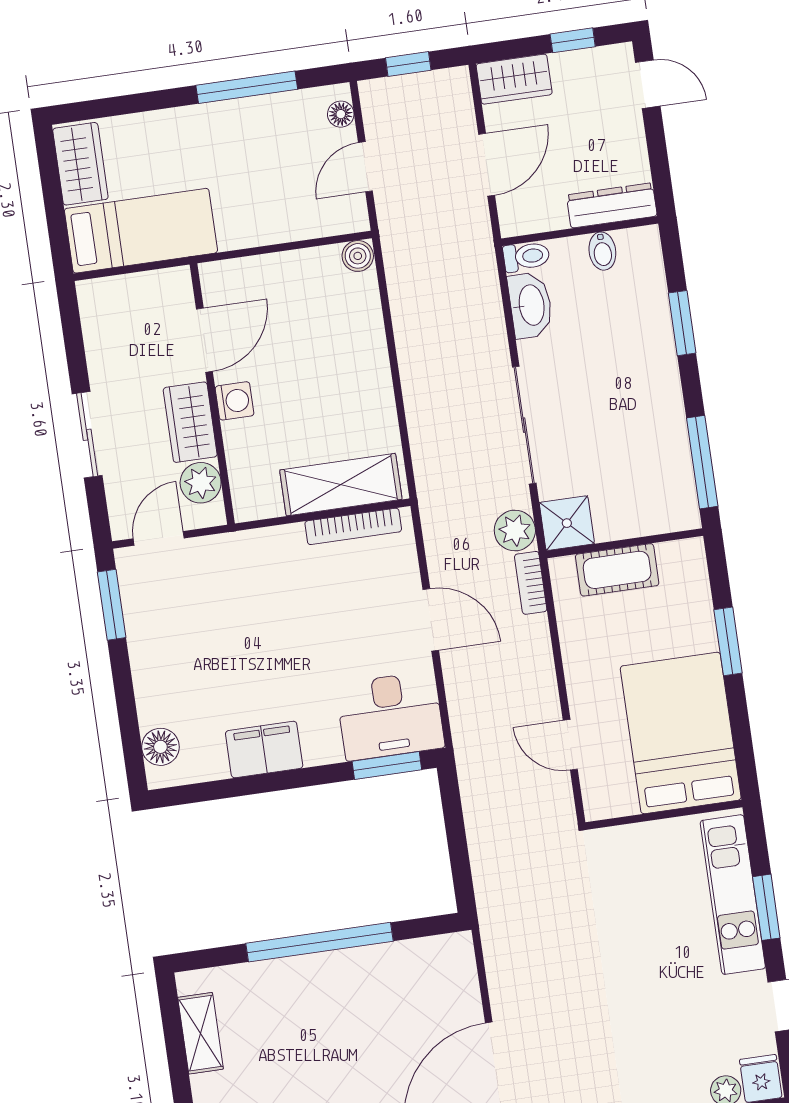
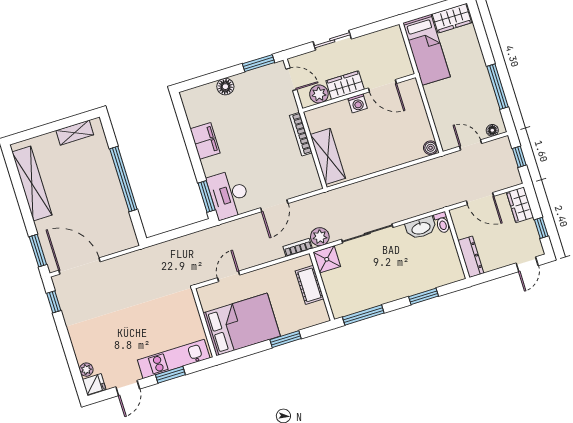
bidet: (602, 251) -> (450, 256), removed
bookcase: (353, 526) -> (301, 134), moved
floor lamp: (160, 747) -> (225, 87), moved

